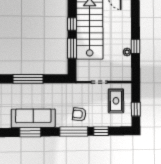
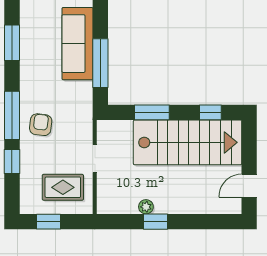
window: (72, 24) -> (210, 112), moved
window: (28, 79) -> (100, 63), moved
sofa: (33, 118) -> (77, 44), moved, turned 180

